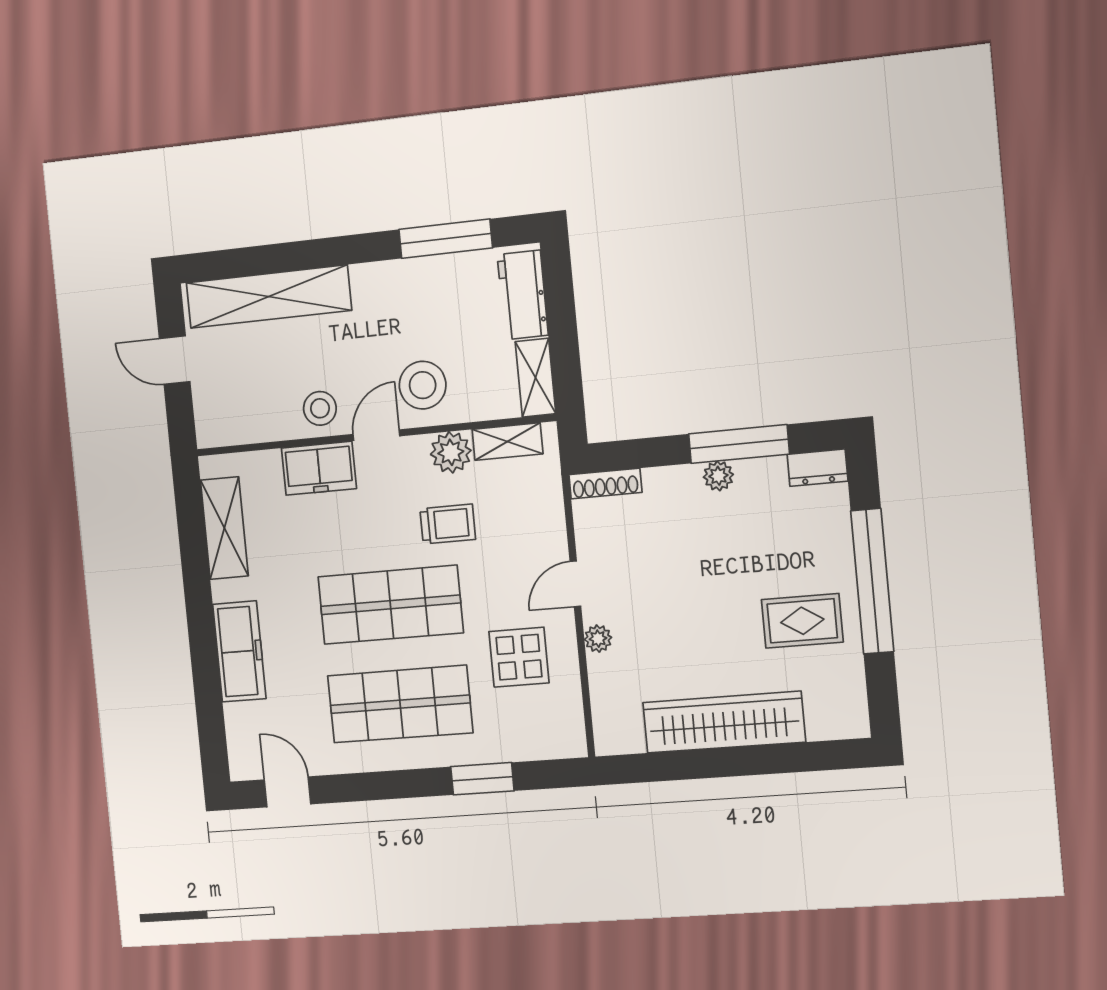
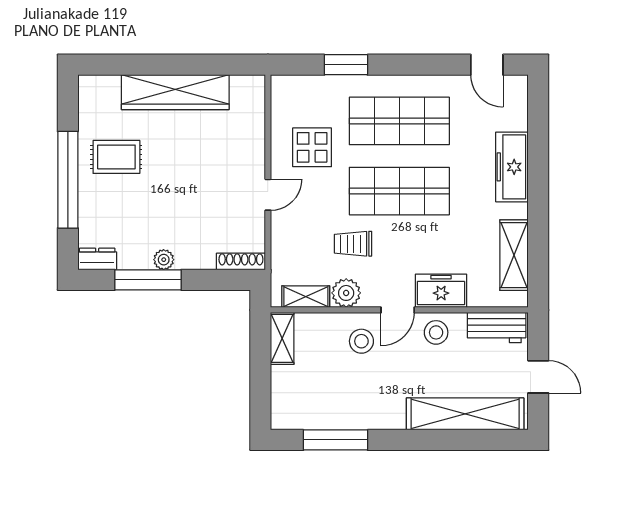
workbench: (523, 295) -> (497, 328), moved, turned 90
stool: (423, 385) -> (361, 341), width x0.73, depth x0.73
plant: (598, 639) -> (256, 156), removed

